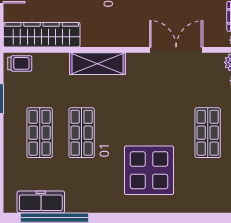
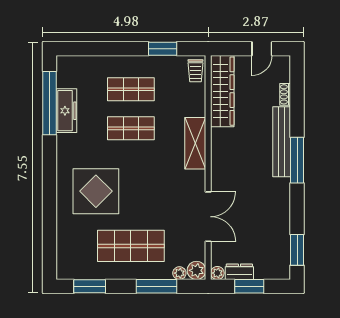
shop shelf: (208, 133) -> (131, 246), width x1.43, depth x1.36
freezer: (41, 202) -> (66, 111), moved

